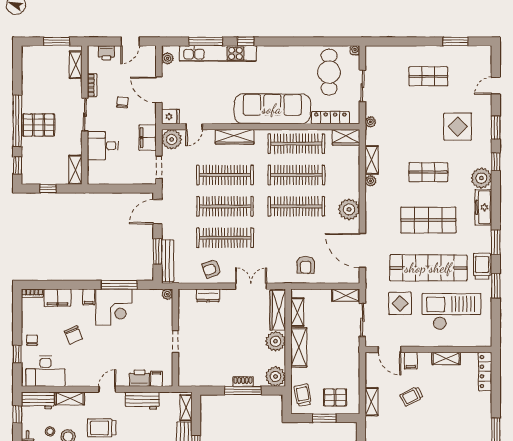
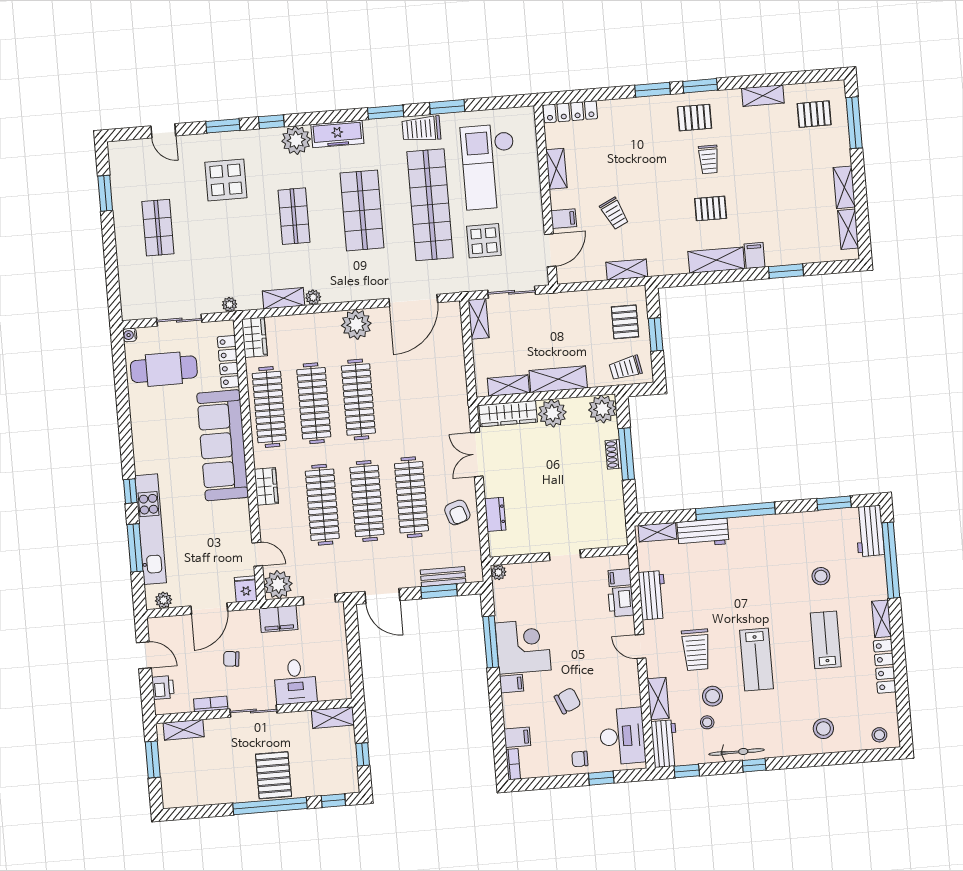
wardrobe: (235, 137) -> (266, 486), width x0.67
bench: (168, 261) -> (443, 577), width x0.73
armchair: (306, 265) -> (440, 379), removed
filing cabinet: (57, 298) -> (517, 737), width x0.50

